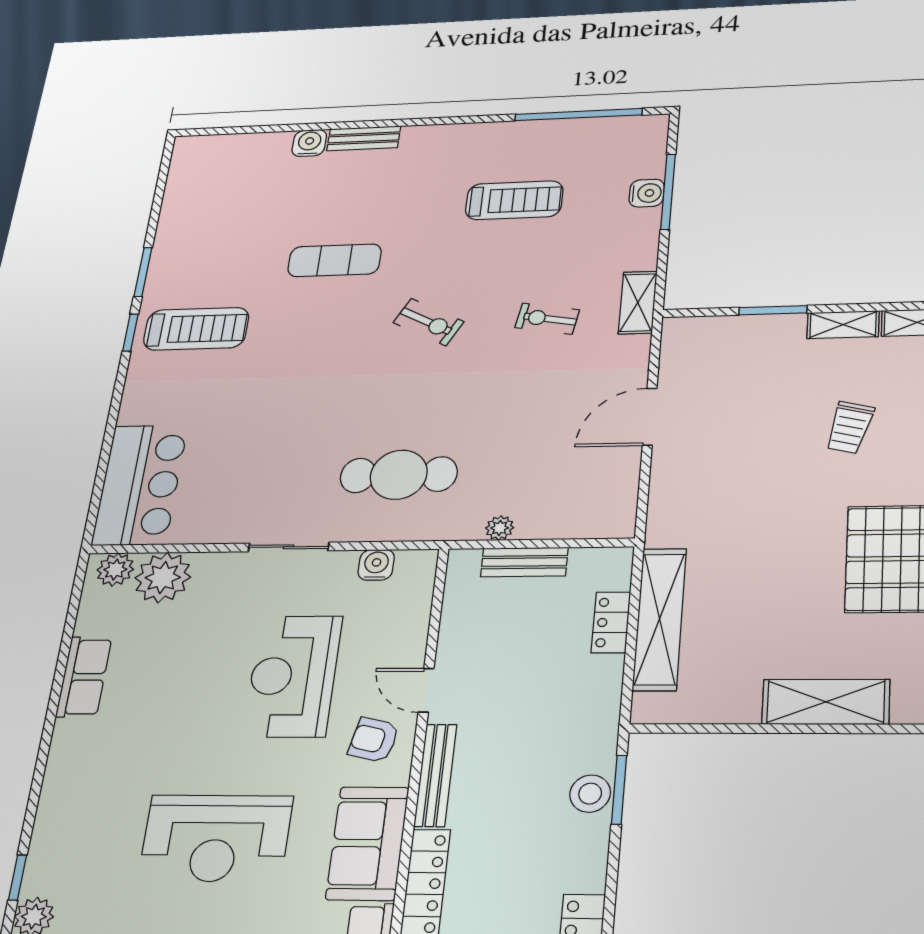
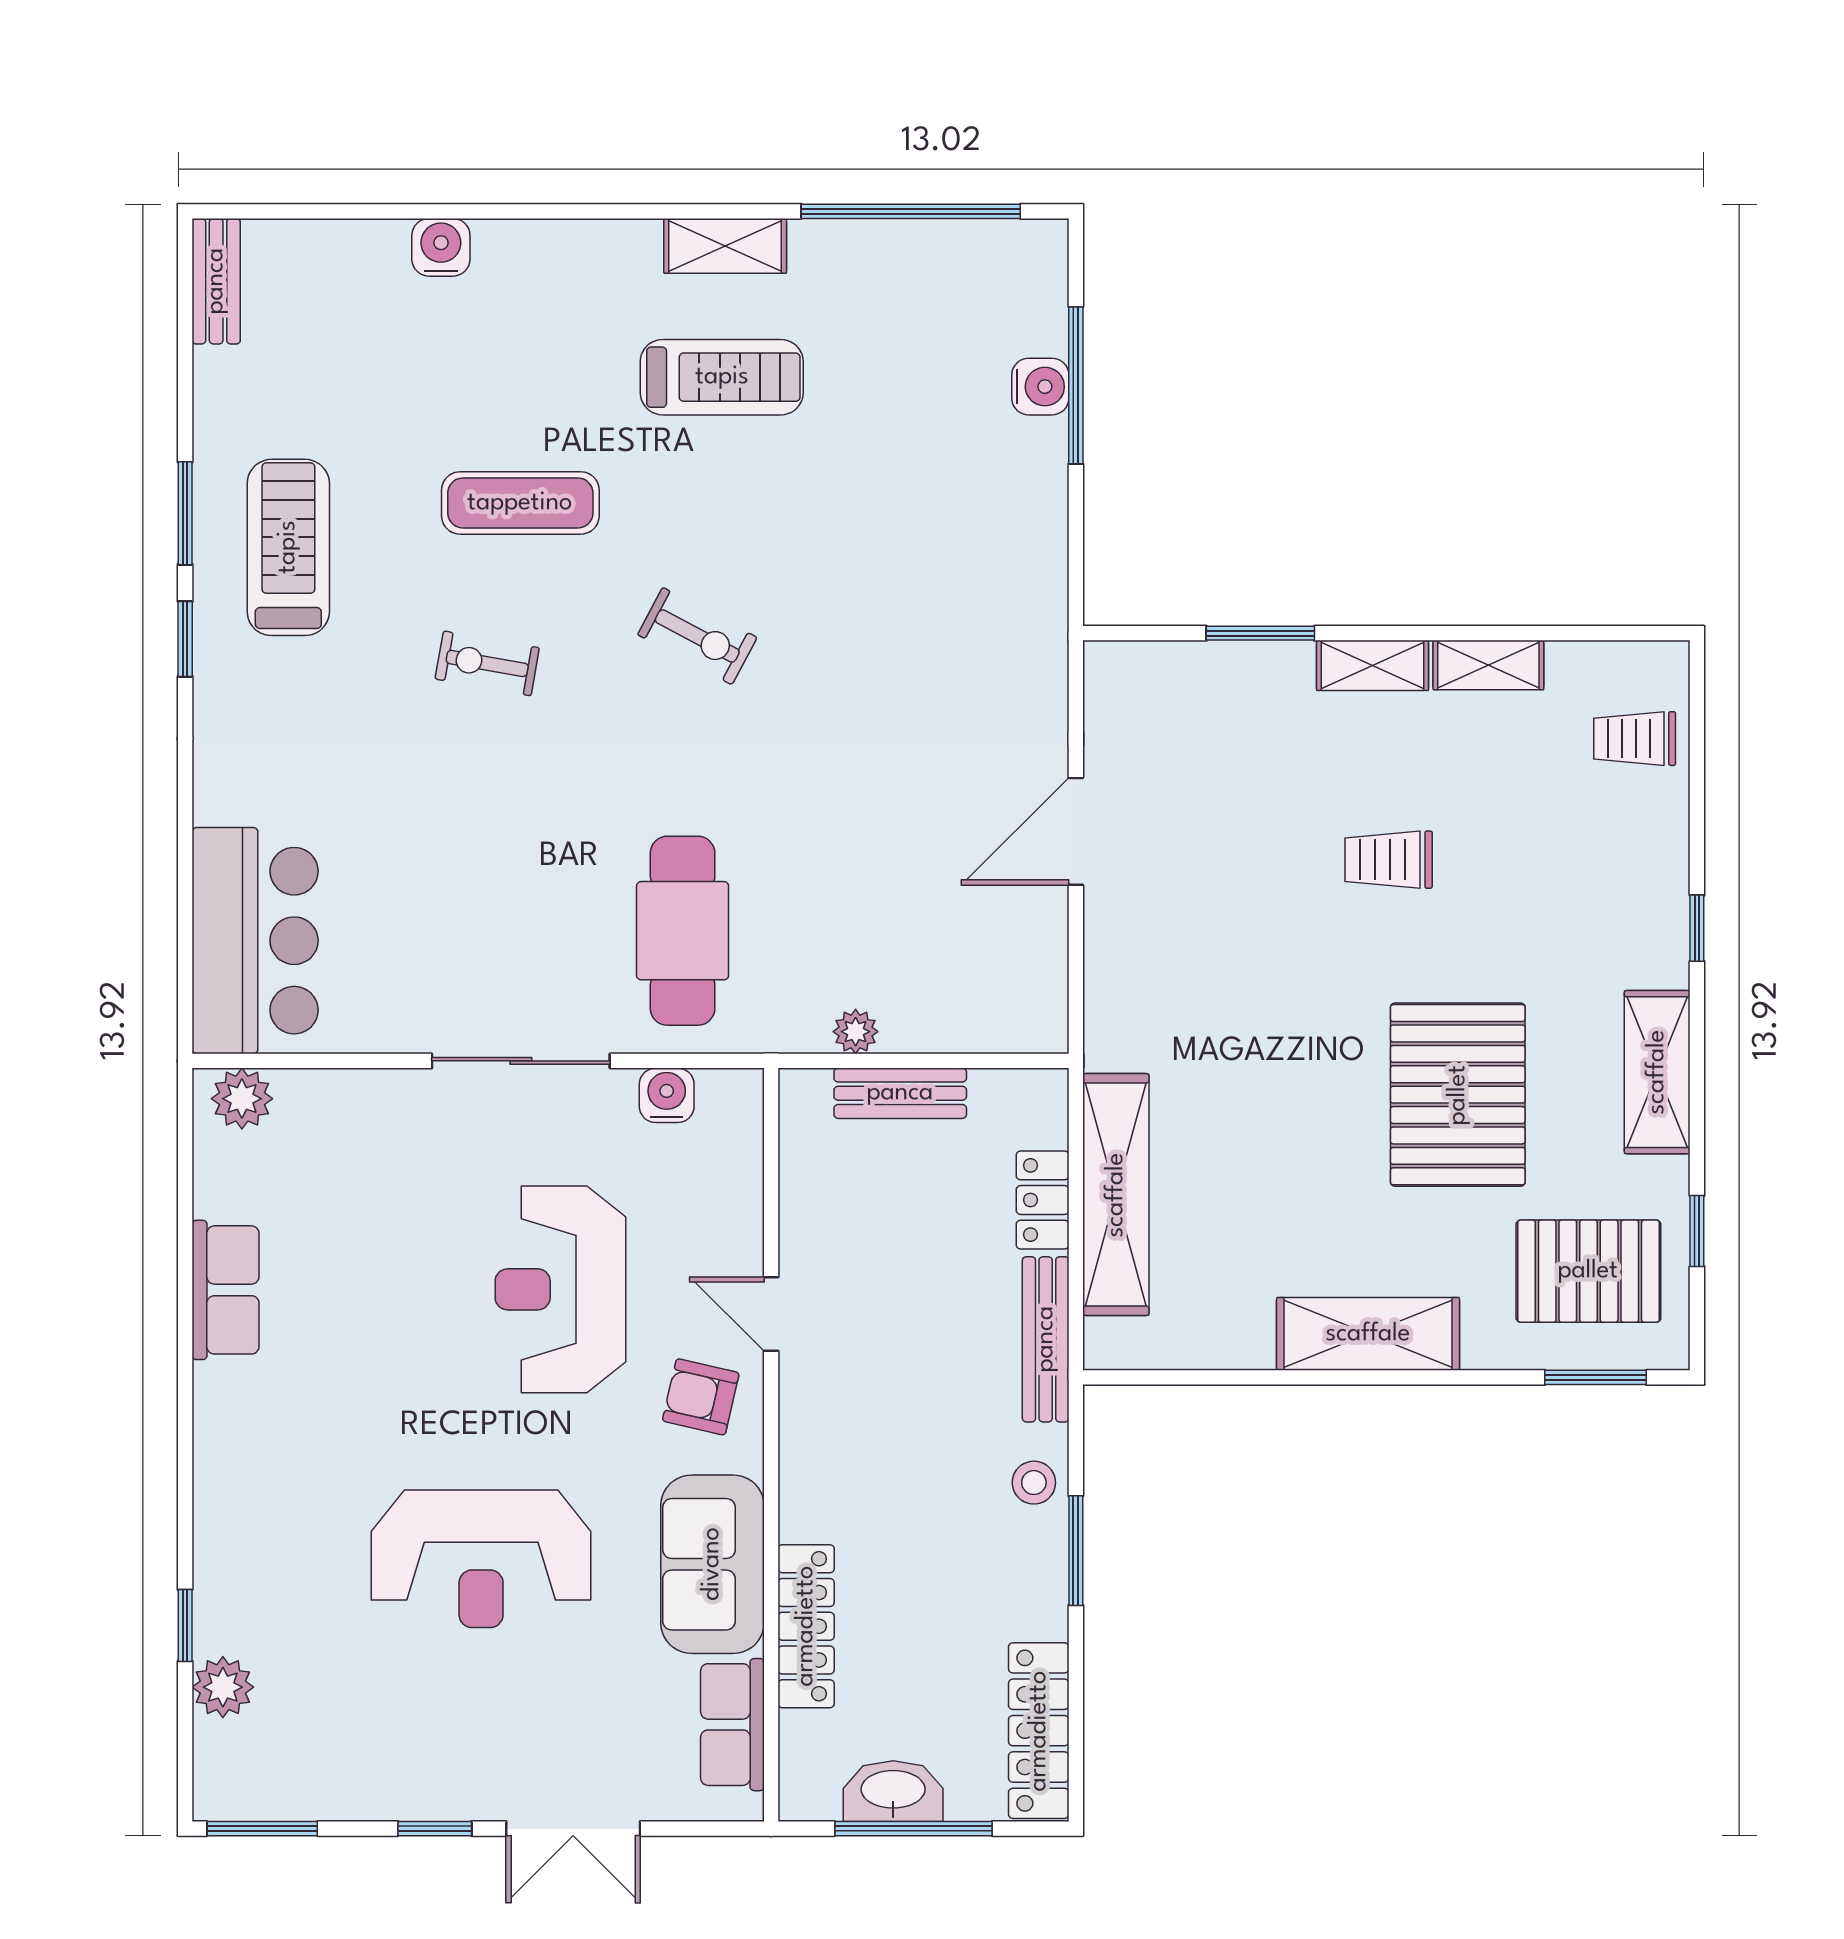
bench: (364, 138) -> (216, 281), moved, turned 90
treadmill: (514, 200) -> (722, 377), moved
shelving: (638, 303) -> (725, 246), moved, turned 90
exercise bike: (547, 319) -> (487, 663), moved
treadmill: (196, 329) -> (288, 547), moved, turned -90
trolley: (850, 427) -> (1389, 860), turned 76
cafe table: (399, 475) -> (683, 931), turned 90
sliding door: (289, 547) -> (521, 1061), width x1.37
plant: (163, 578) -> (323, 1114), removed
bench: (435, 775) -> (1046, 1339), moved
window: (619, 790) -> (1076, 1551), moved
stool: (590, 794) -> (1034, 1483), width x0.73, depth x0.73

